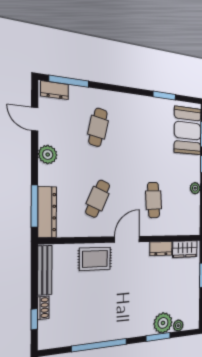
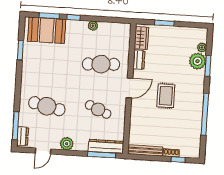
cafe table: (98, 127) -> (47, 106), width x1.37, depth x1.35
cafe table: (154, 200) -> (101, 64), width x1.37, depth x1.35
door: (127, 239) -> (129, 88), swing flipped
rug: (95, 259) -> (166, 96), moved

